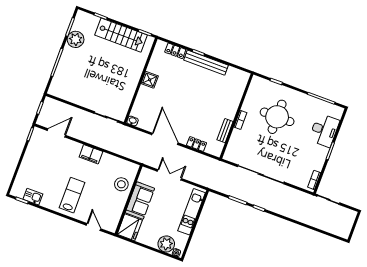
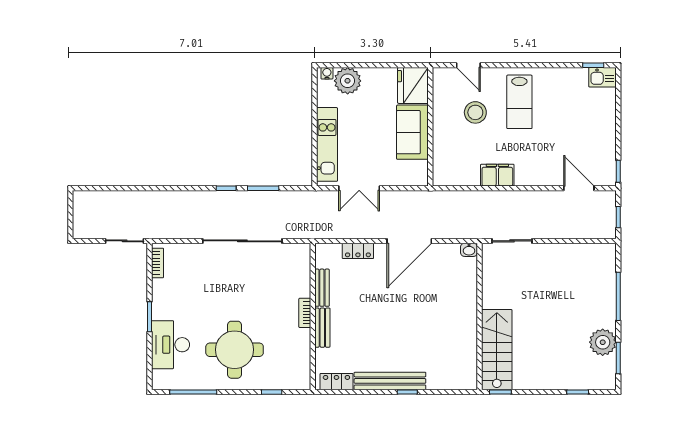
stairs: (121, 35) -> (497, 350), moved, turned 90
locker: (175, 51) -> (336, 382), moved
shower: (150, 80) -> (466, 323), removed
bench: (233, 108) -> (322, 328), added
round table: (277, 117) -> (235, 350), moved
door: (56, 133) -> (579, 188), swing flipped
door: (165, 139) -> (409, 241), hinge flipped
filing cabinet: (91, 154) -> (497, 175), moved
double door: (169, 175) -> (359, 188), moved
stool: (121, 184) -> (475, 112), moved
kitchen sink: (33, 197) -> (602, 77), moved

